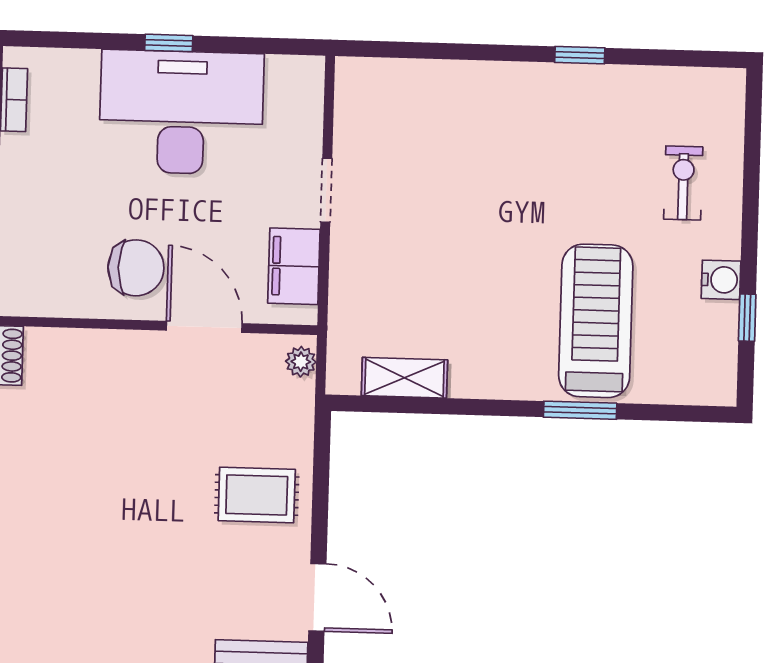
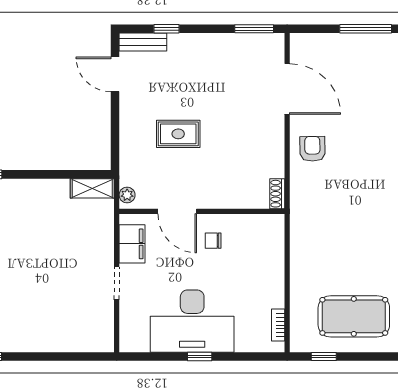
chair: (136, 268) -> (213, 241), width x0.54, depth x0.54
shelving: (404, 378) -> (92, 188), moved
rug: (257, 495) -> (178, 134), moved

